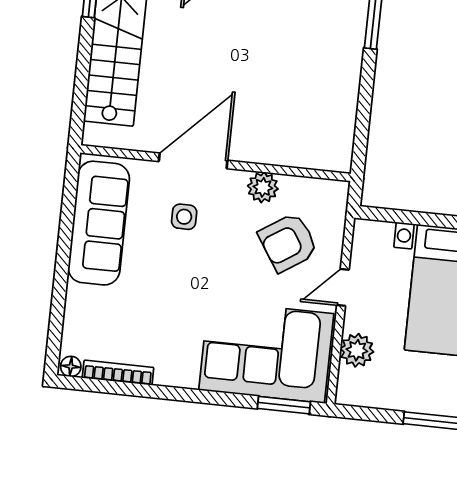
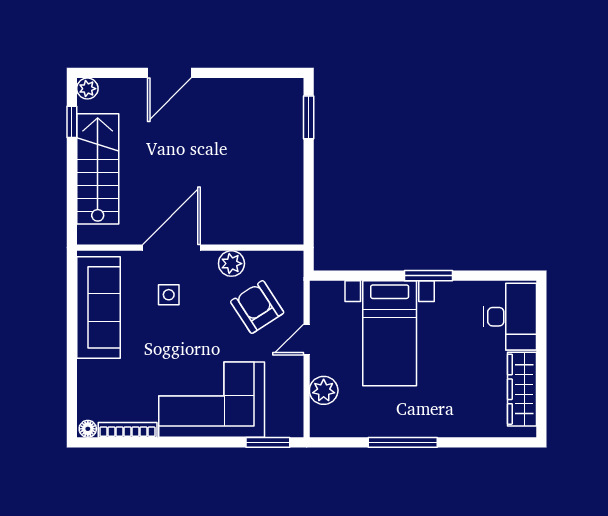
armchair: (288, 242) -> (257, 307), turned 90
corner sofa: (266, 352) -> (212, 400), moved

